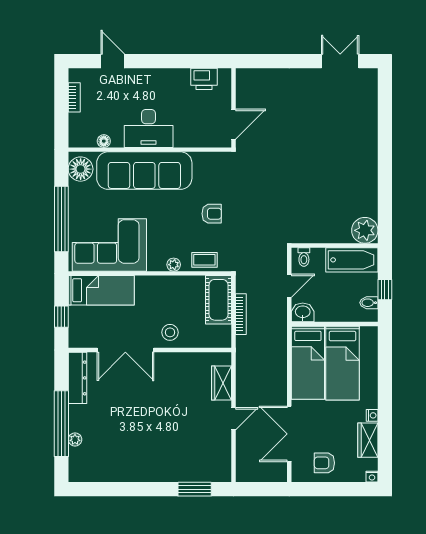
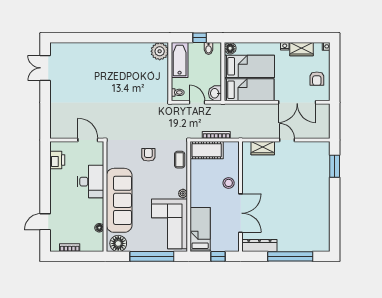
desk: (149, 128) -> (91, 182), moved
plant: (174, 265) -> (183, 194), moved
floor lamp: (369, 335) -> (230, 48), added
plant: (75, 439) -> (301, 247), removed

